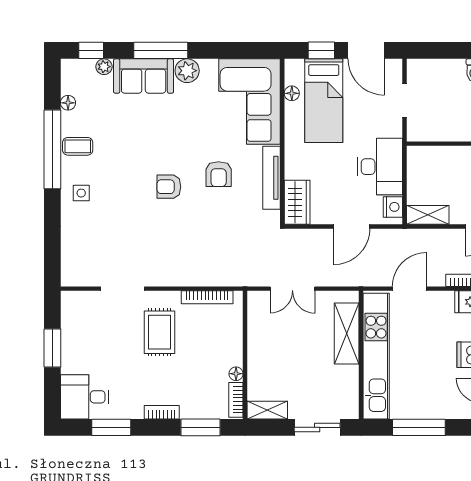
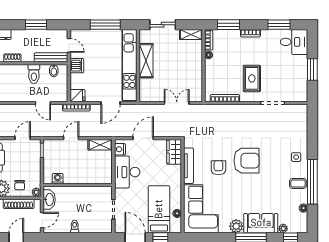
armchair: (169, 187) -> (246, 161), width x1.88, depth x1.88
shelving: (347, 333) -> (146, 61), moved

